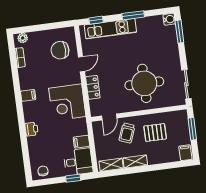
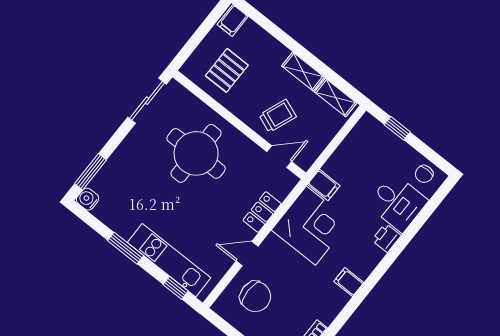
window: (192, 129) -> (195, 40), removed
pallet: (155, 132) -> (227, 70), moved, turned 90
filing cabinet: (81, 142) -> (324, 185), moved
desk: (78, 162) -> (398, 203), moved, turned 180

